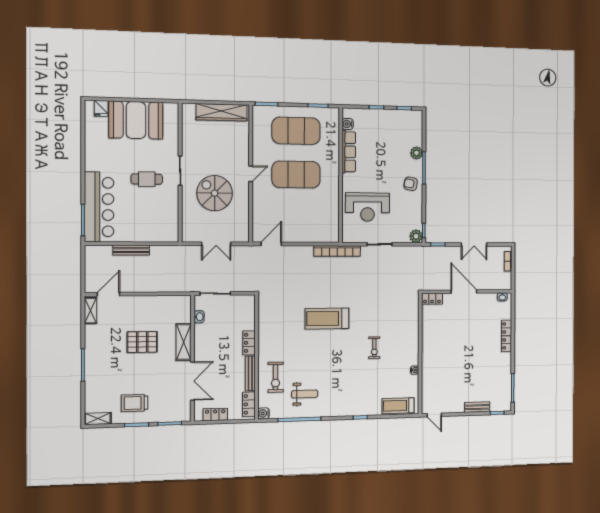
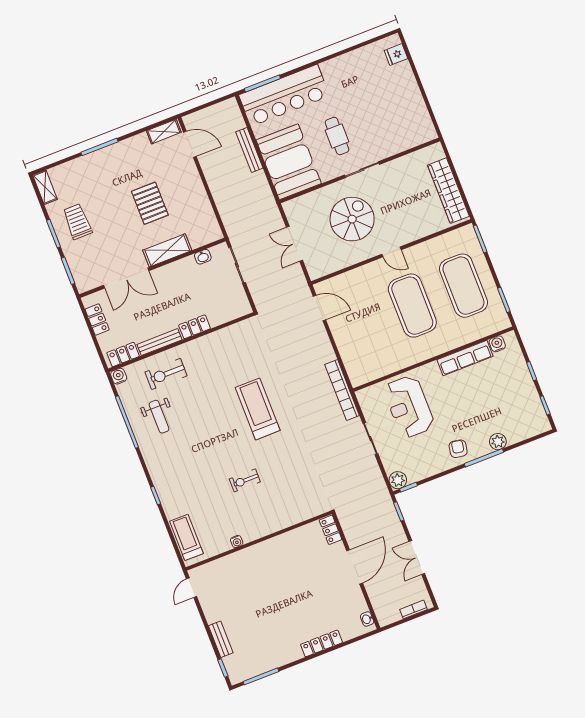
booth: (136, 120) -> (289, 162), moved

